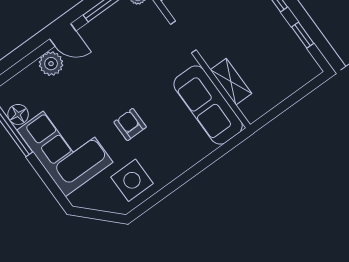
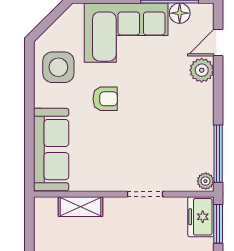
door: (63, 35) -> (218, 43), moved
sofa: (208, 105) -> (51, 150), moved, turned 90

